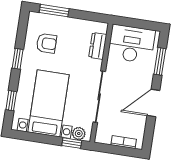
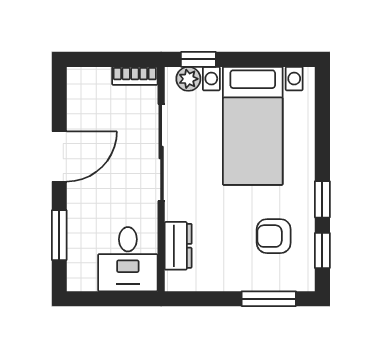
desk: (131, 44) -> (128, 259), width x0.73
window: (11, 101) -> (322, 250), moved
bookcase: (124, 142) -> (135, 76), moved

